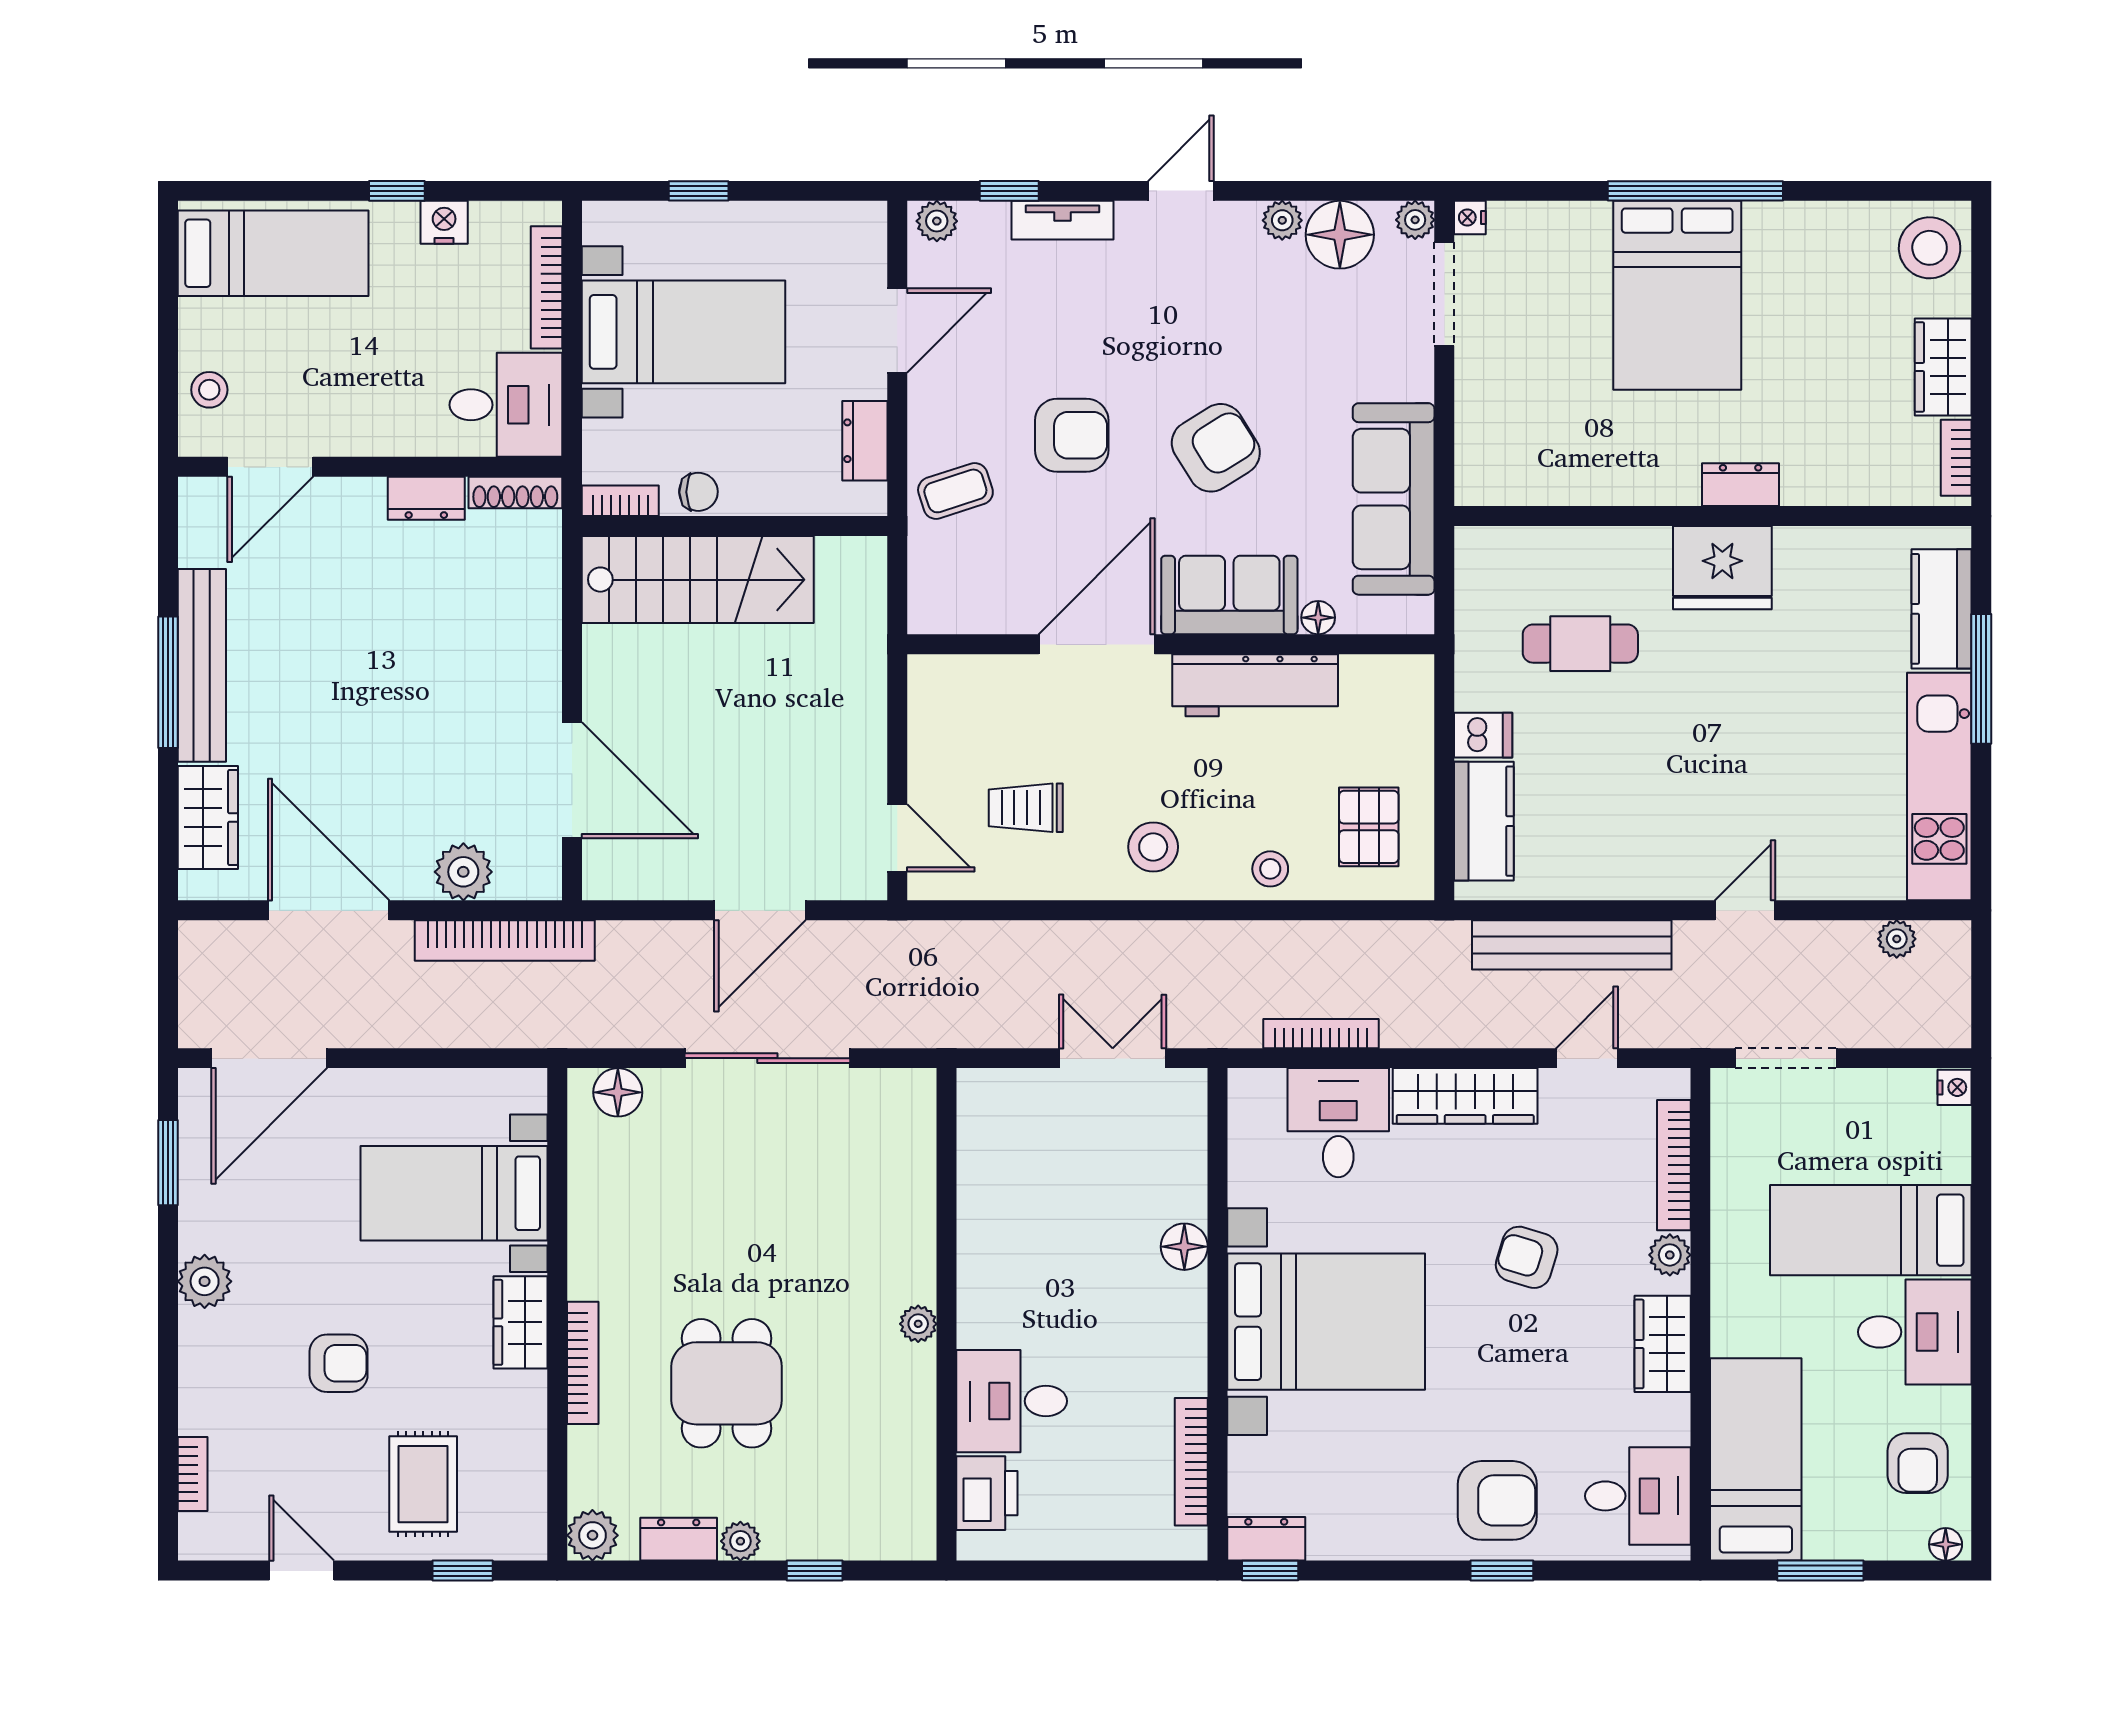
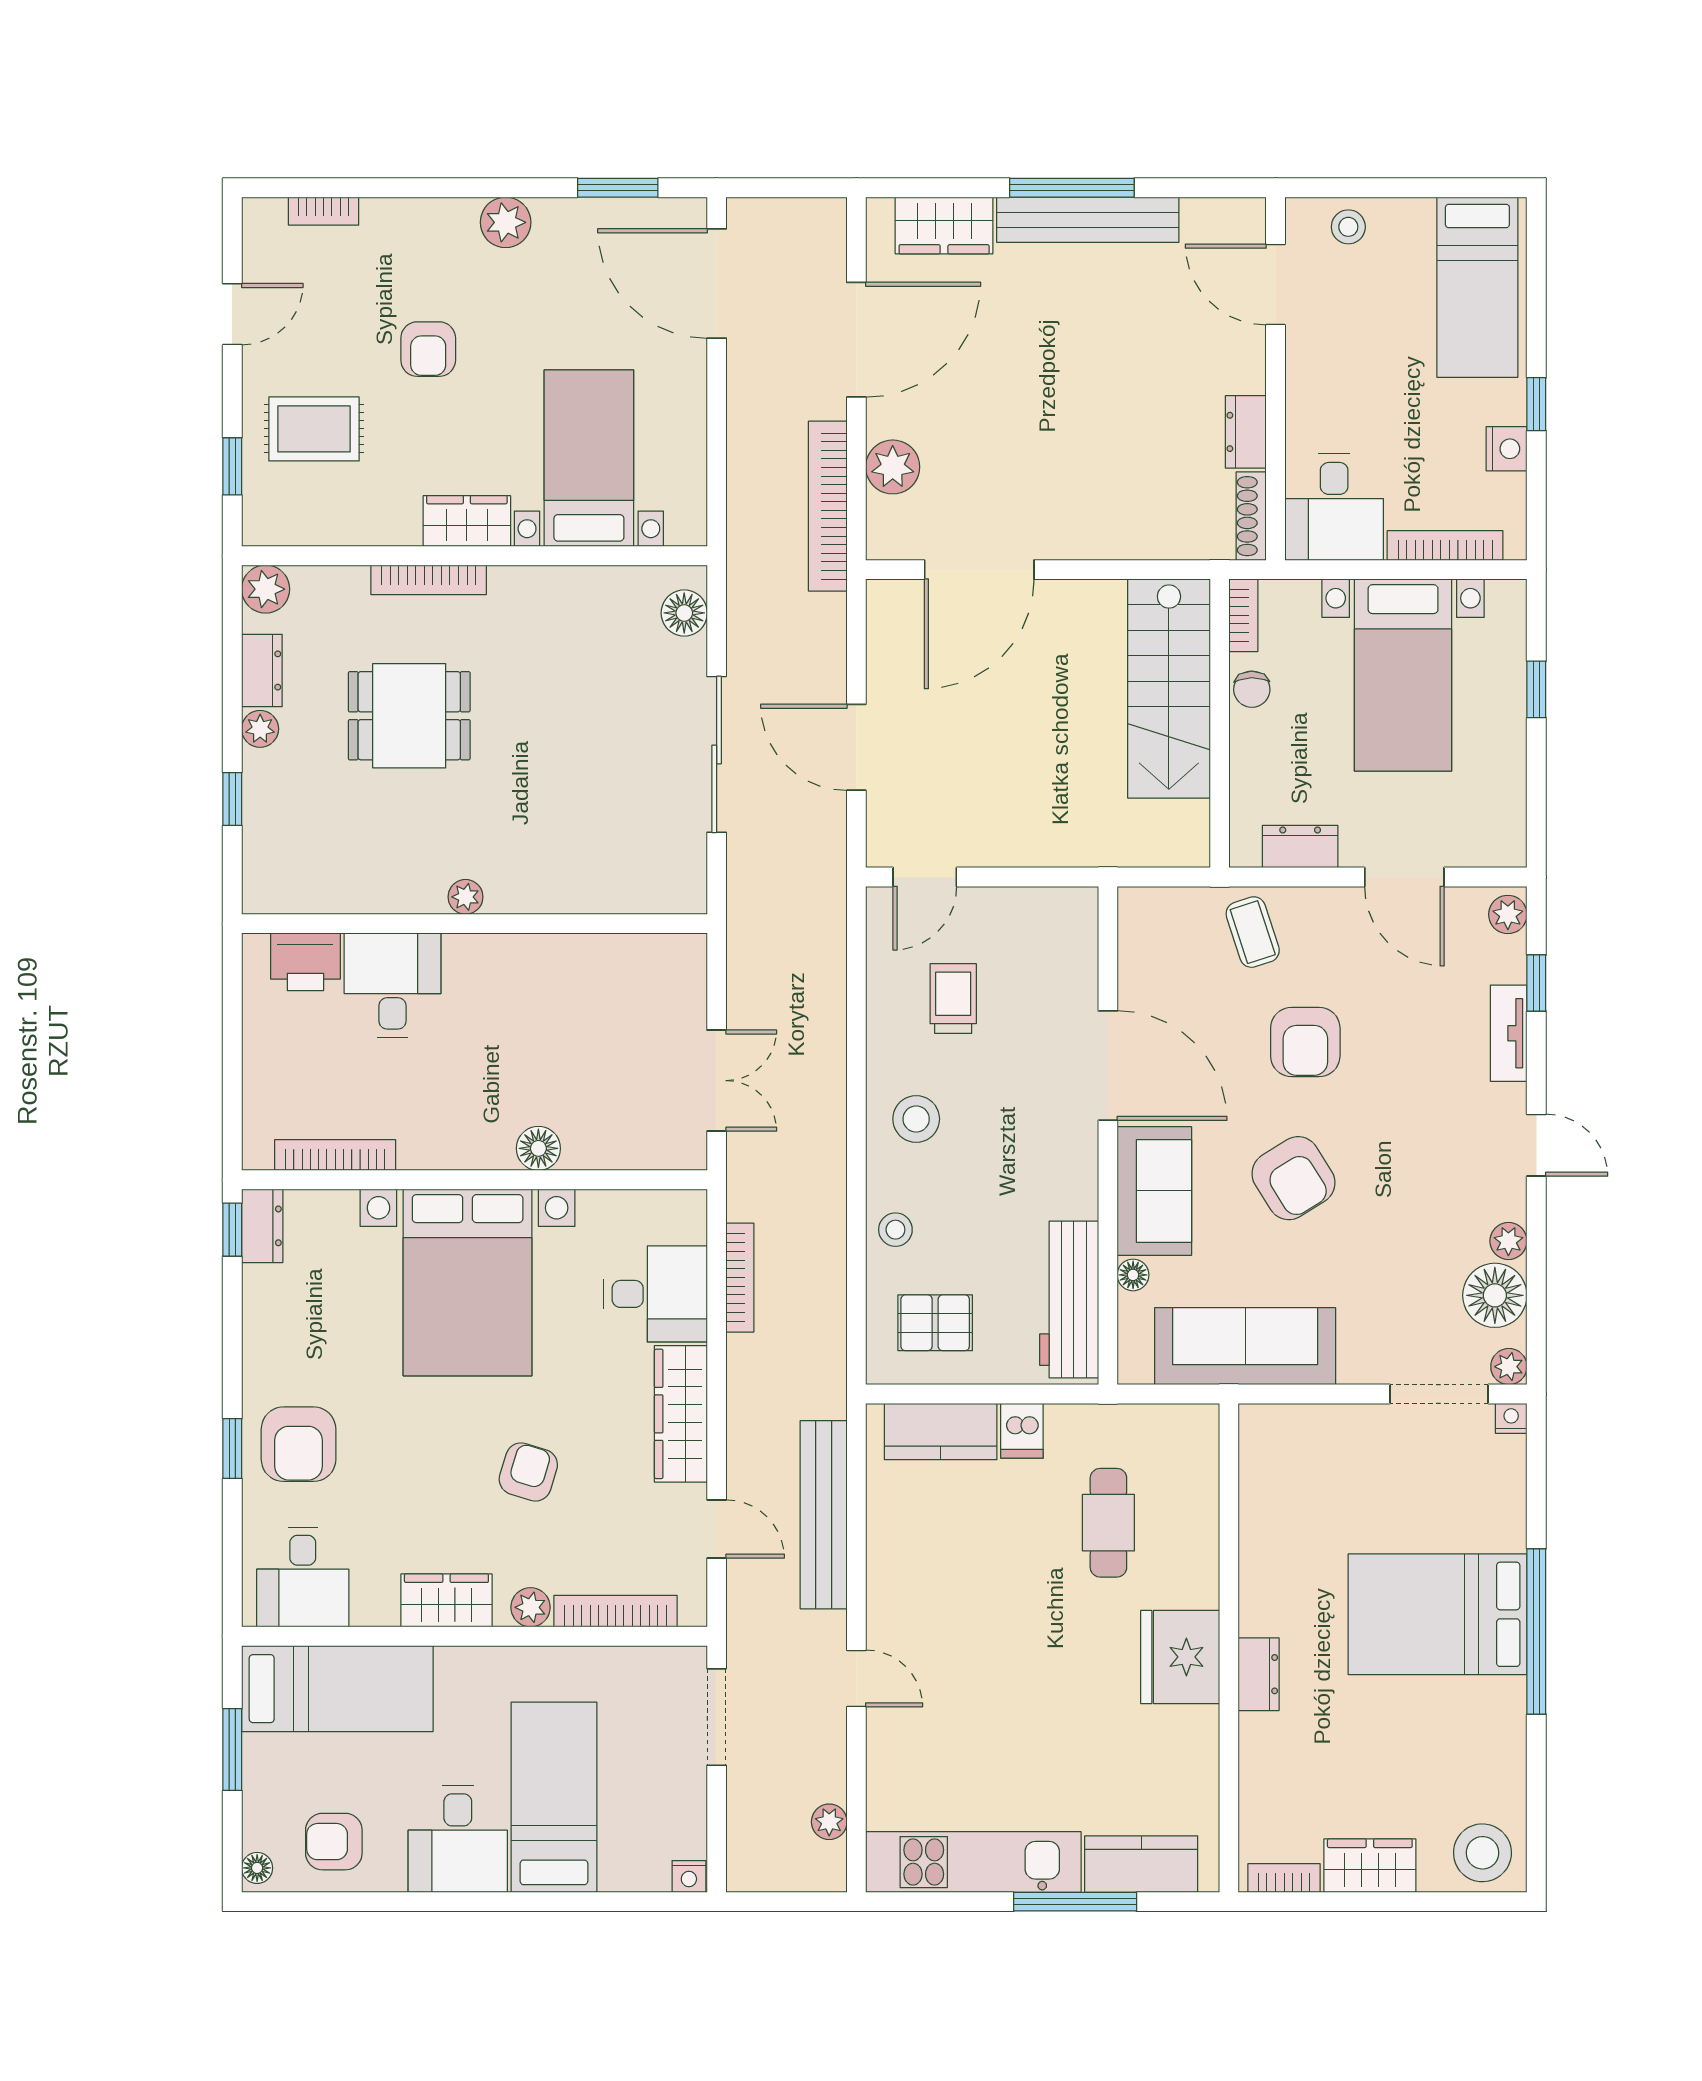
workbench: (1255, 685) -> (1069, 1300), moved

